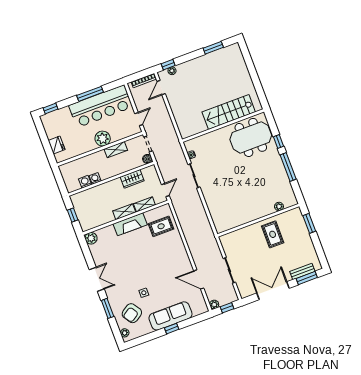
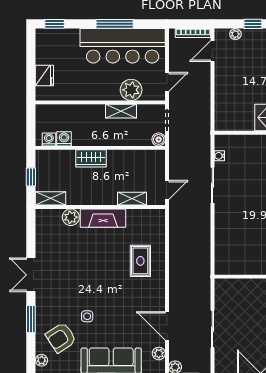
window: (168, 65) -> (253, 24), moved
plant: (103, 139) -> (131, 90), moved
washing machine: (95, 178) -> (49, 139), moved
wardrobe: (132, 179) -> (91, 158), moved
shelving: (124, 212) -> (51, 198), moved
rug: (161, 226) -> (140, 261), moved, turned 90
plant: (91, 238) -> (71, 217), moved
double door: (97, 279) -> (31, 275), swing flipped
plant: (200, 300) -> (159, 353), added

